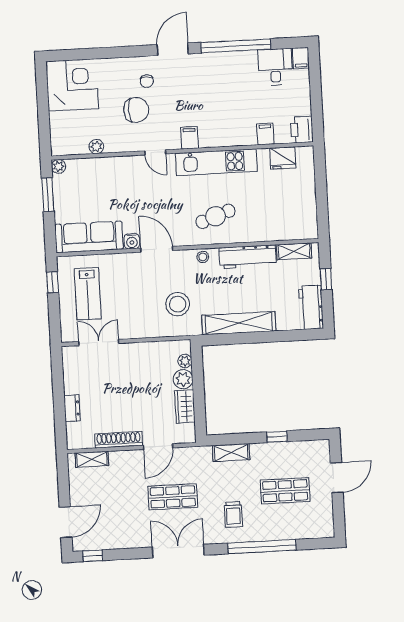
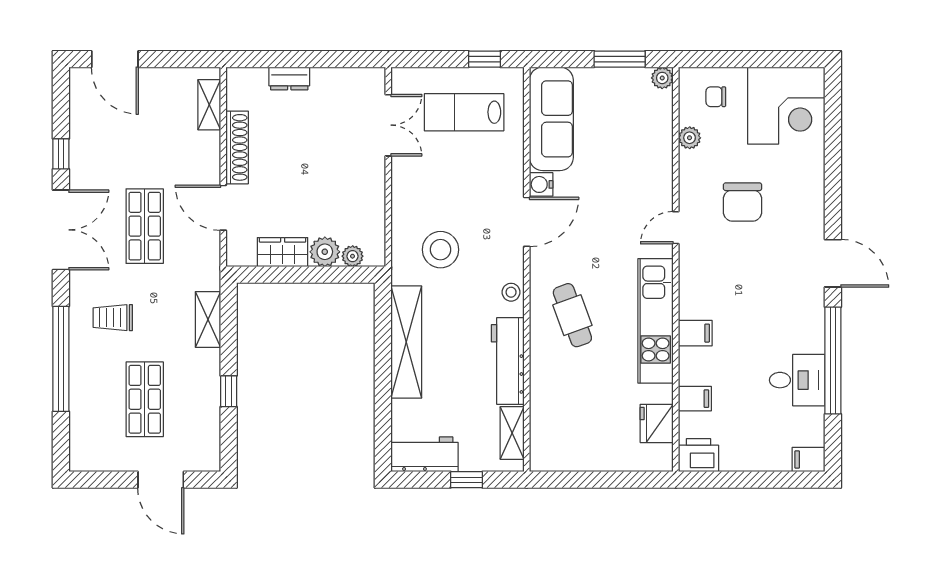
desk: (275, 67) -> (797, 380), moved
chair: (147, 81) -> (716, 97), moved
filing cabinet: (189, 138) -> (695, 333), moved
window: (93, 556) -> (61, 154), moved

